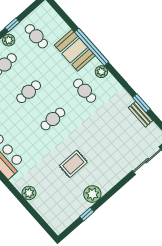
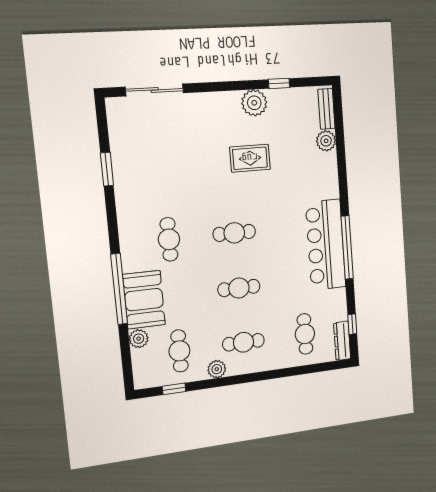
window: (12, 25) -> (174, 389), moved
plant: (101, 72) -> (139, 339), moved
bench: (141, 114) -> (326, 109), moved
plant: (29, 193) -> (326, 141), moved

